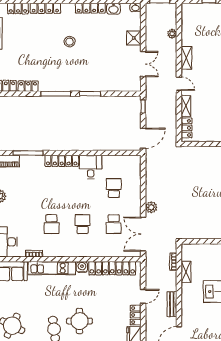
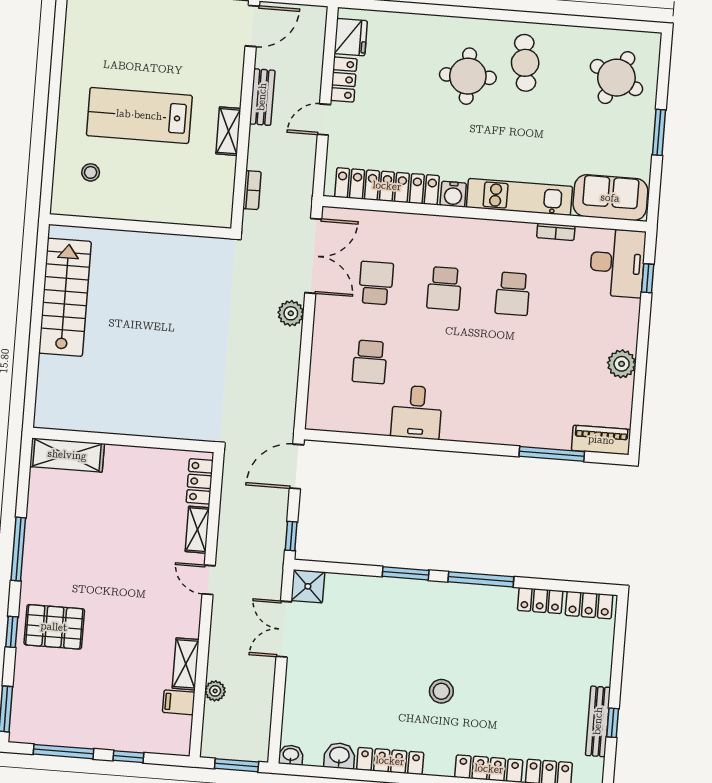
filing cabinet: (188, 27) -> (179, 702), added
shower: (134, 38) -> (308, 586), moved
shelving: (186, 58) -> (186, 664), moved
locker: (62, 161) -> (479, 431), removed
school desk: (51, 224) -> (513, 294), turned 180
shelving: (186, 272) -> (228, 131), moved

